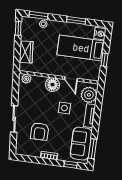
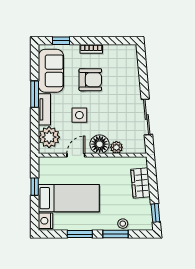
window: (38, 15) -> (115, 234), moved
plant: (26, 79) -> (116, 147), moved
door: (71, 79) -> (76, 155), hinge flipped
sliding door: (14, 119) -> (147, 117), moved
armchair: (40, 131) -> (90, 80), moved, turned 90
window: (92, 149) -> (35, 94), moved

